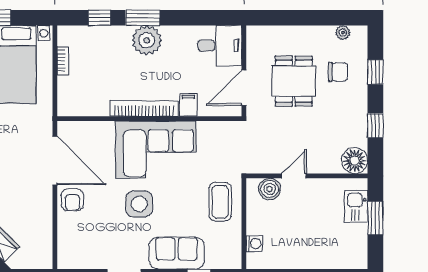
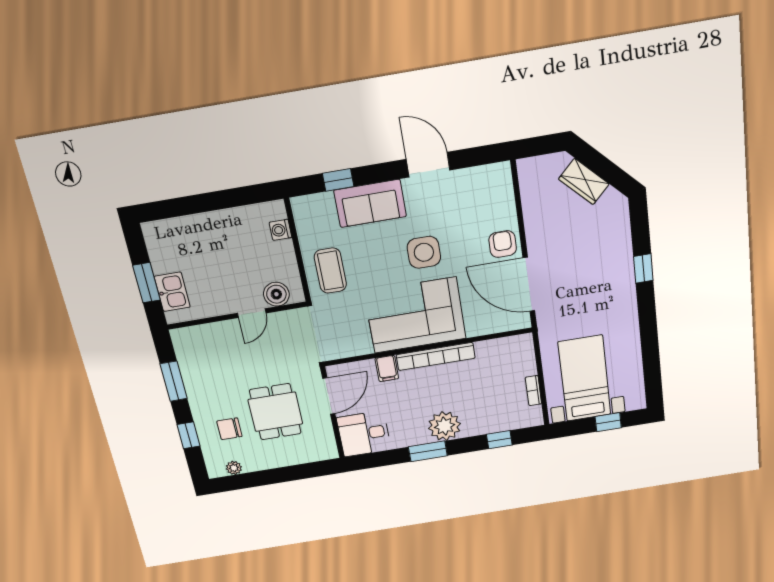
window: (143, 18) -> (428, 451), moved
window: (375, 126) -> (174, 381), width x1.50
floor lamp: (355, 161) -> (187, 341), removed

